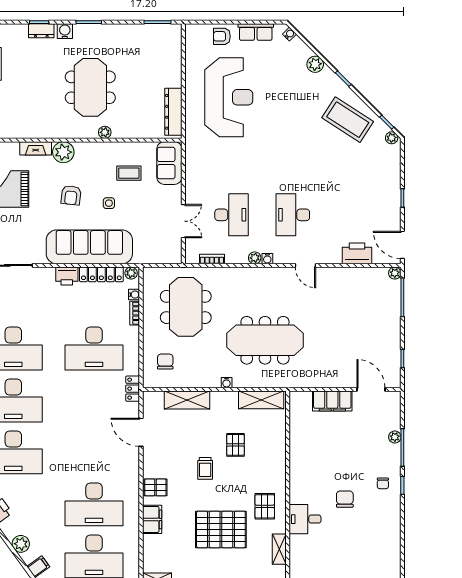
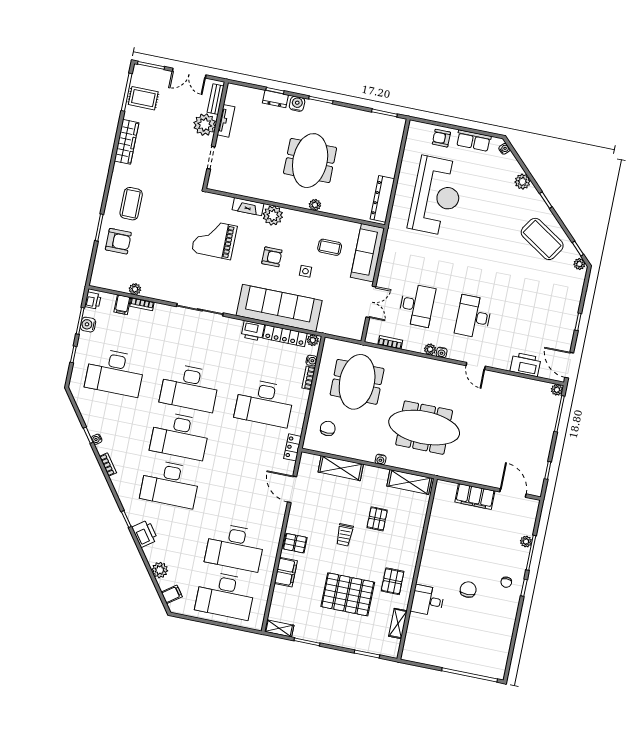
sofa: (169, 163) -> (368, 253), width x1.36
armchair: (71, 195) -> (272, 257), turned -96

